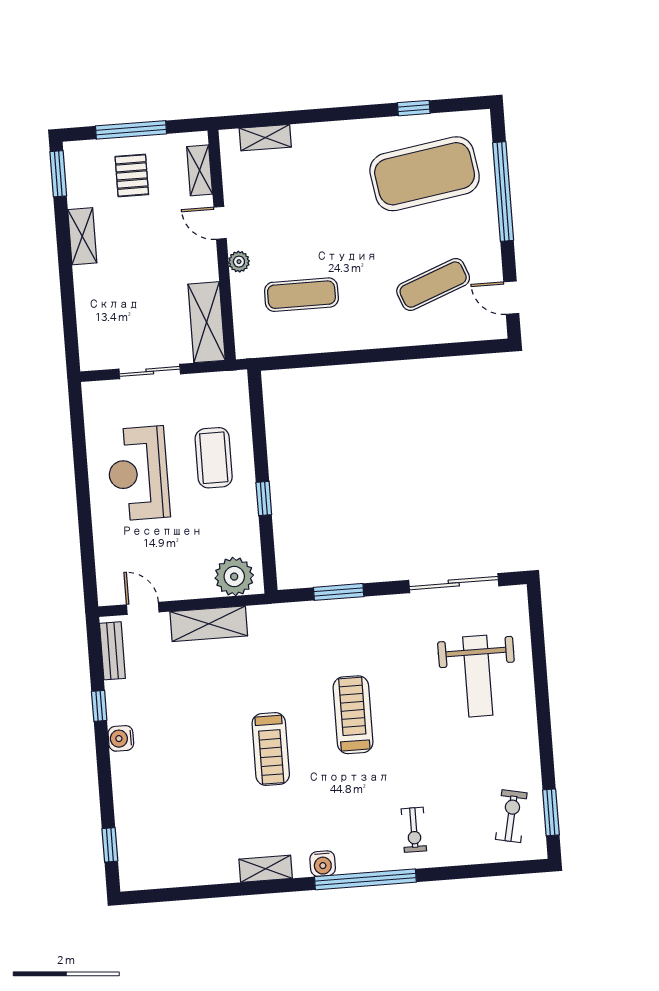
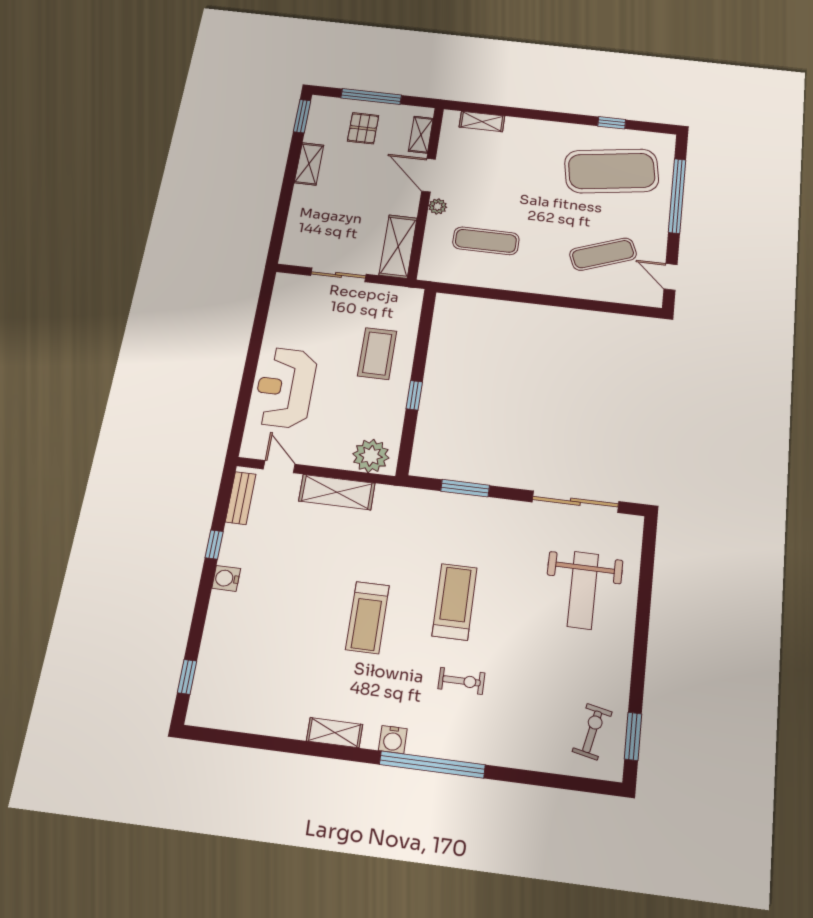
door: (220, 223) -> (429, 175), width x1.38
reception desk: (138, 473) -> (285, 388), moved
exercise bike: (414, 830) -> (461, 681), moved, turned -90

